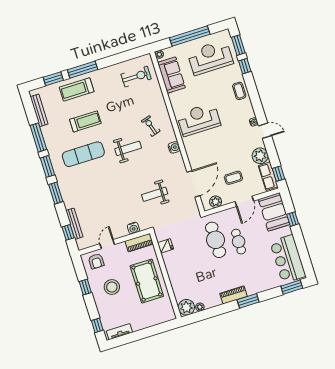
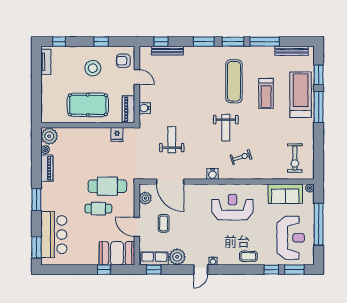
treadmill: (77, 89) -> (301, 95), width x1.37, depth x1.38
reception desk: (199, 119) -> (233, 207), turned -90
bar counter: (288, 259) -> (54, 235), moved, turned 90
piano: (233, 295) -> (47, 168), moved

